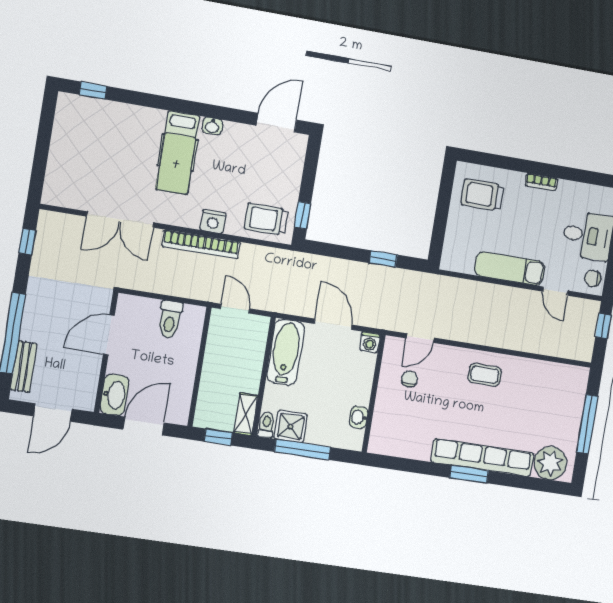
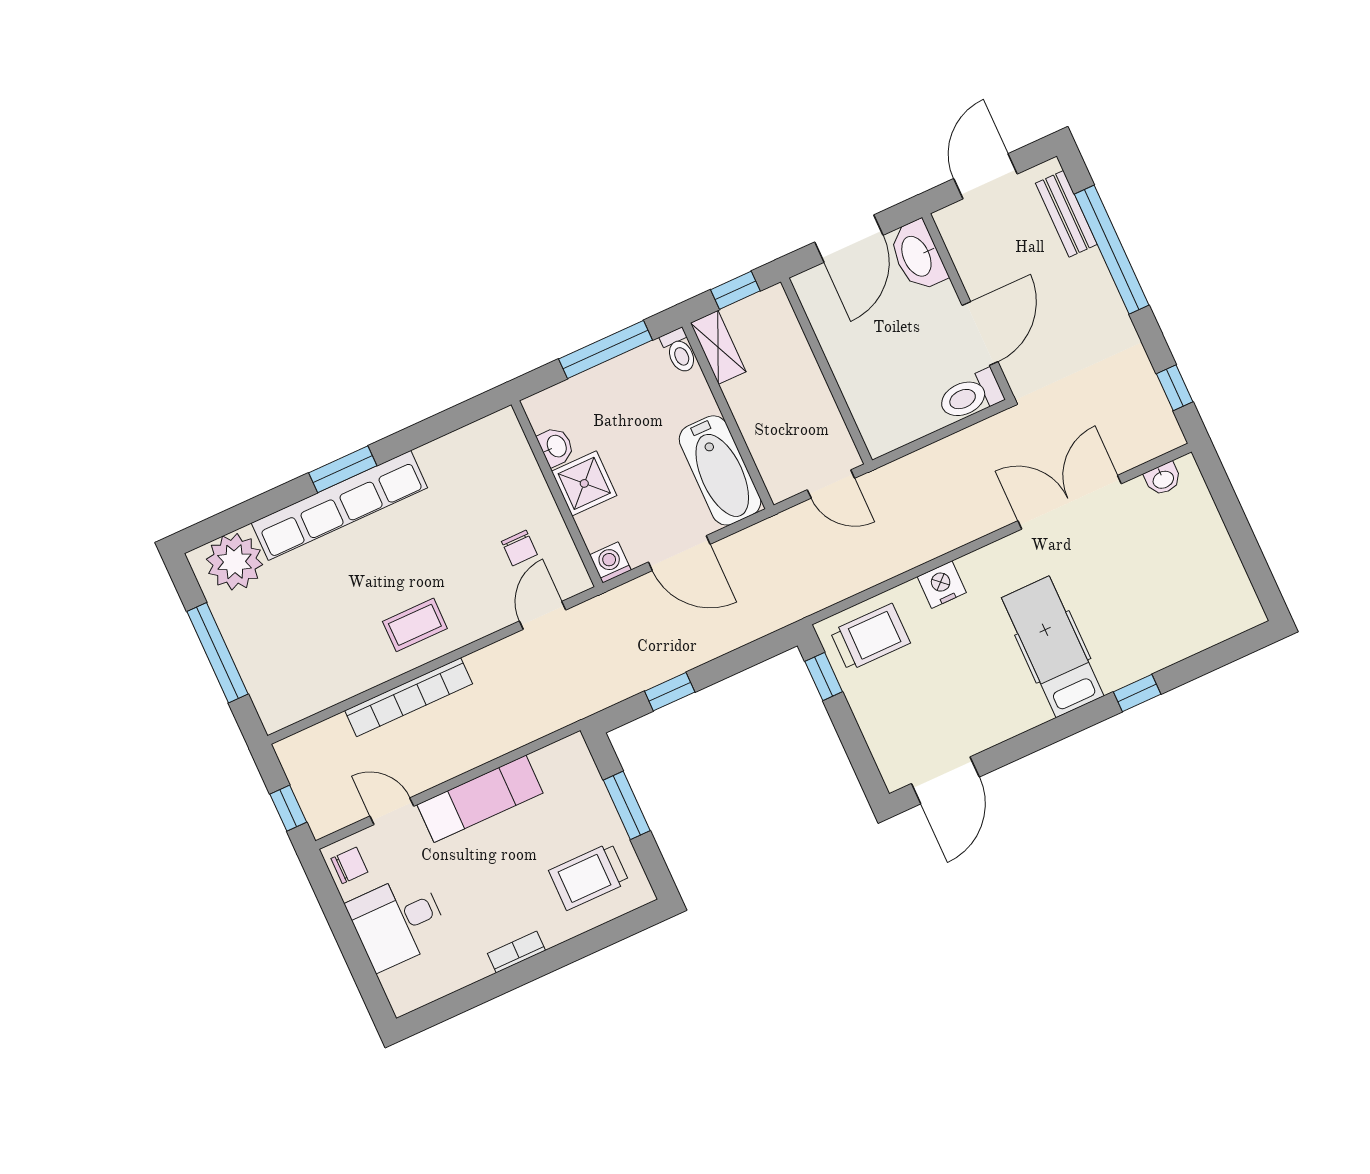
window: (93, 90) -> (1137, 693), moved
washbasin: (212, 126) -> (1163, 479), moved, turned 180
trolley: (482, 195) -> (589, 876), turned 180
window: (441, 217) -> (627, 805), added
bookcase: (201, 244) -> (409, 697), moved, turned 180
toilet: (170, 319) -> (970, 396), moved, turned -90
shower: (291, 426) -> (584, 483), moved

